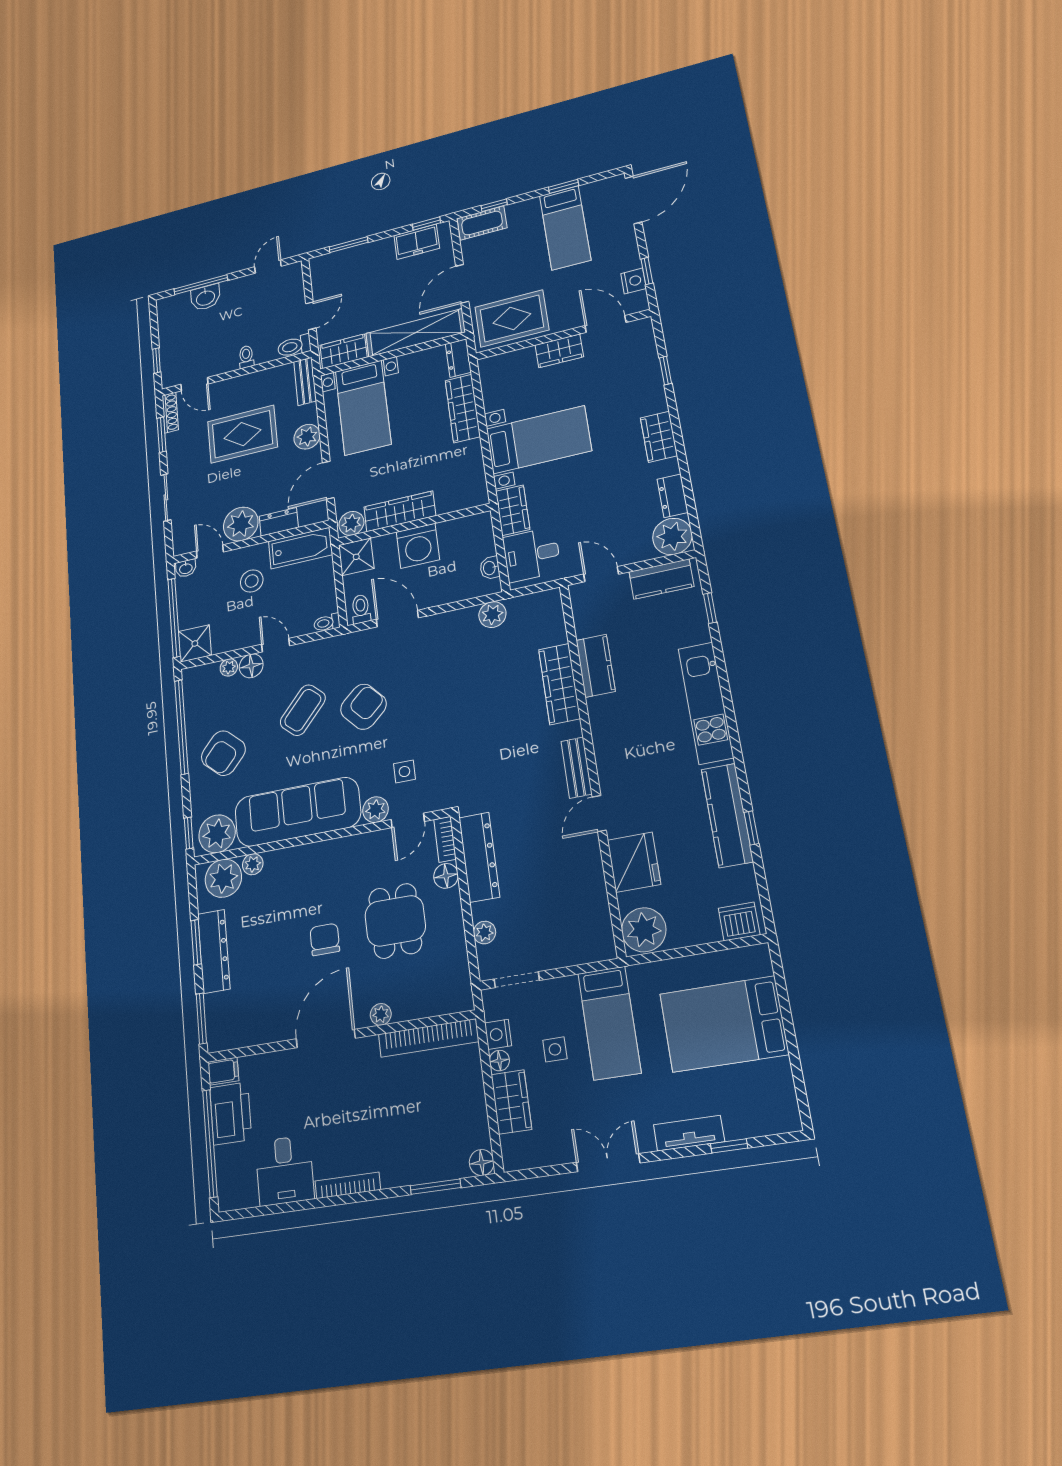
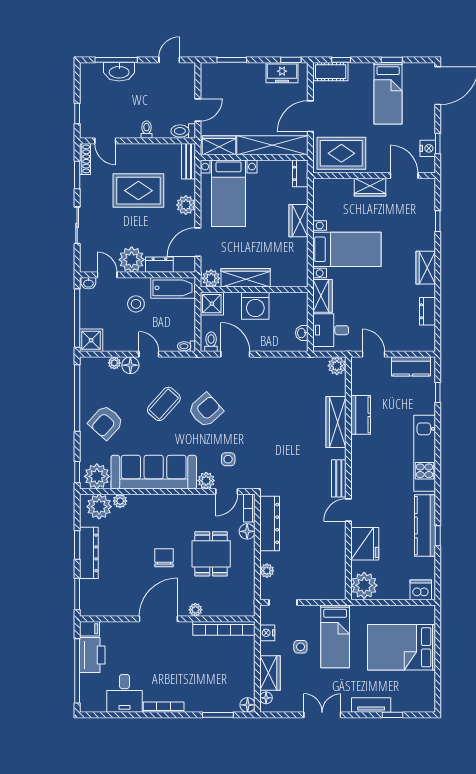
washbasin: (205, 297) -> (119, 72), width x1.38
wardrobe: (463, 408) -> (298, 221), width x0.67
plant: (672, 536) -> (423, 339), removed
plant: (492, 615) -> (337, 366), moved
floor lamp: (499, 1061) -> (266, 698), moved

